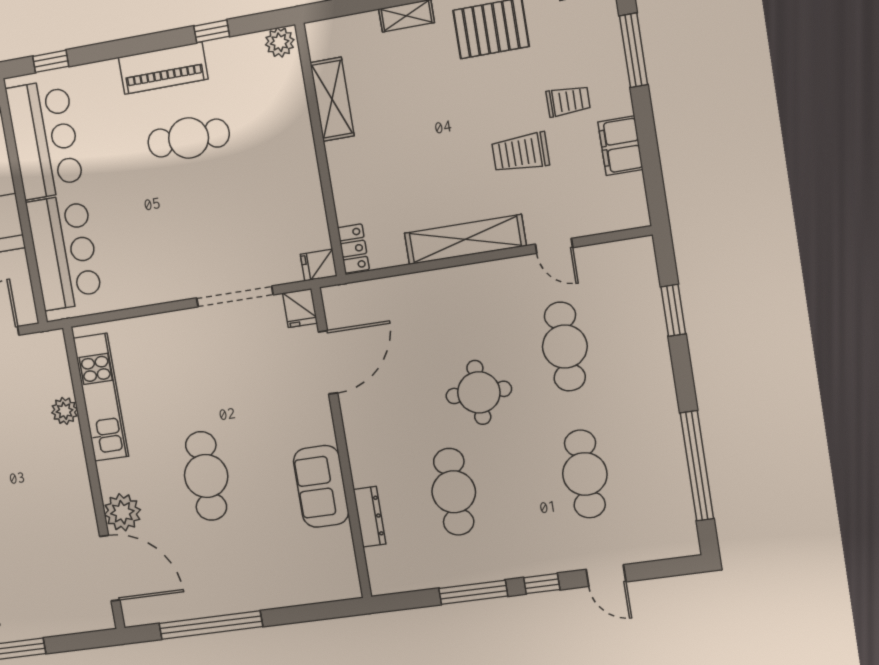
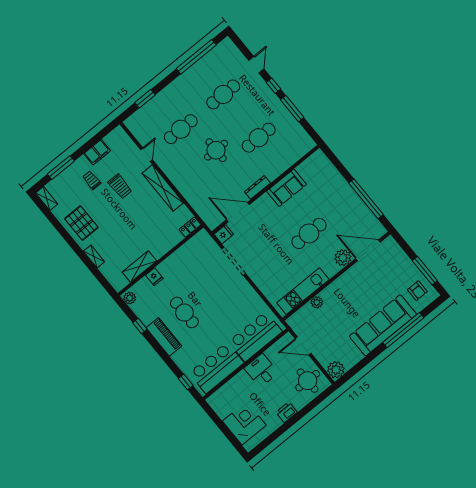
fridge: (319, 265) -> (154, 277), moved
dresser: (370, 517) -> (257, 187), moved
door: (110, 568) -> (368, 250), hinge flipped

